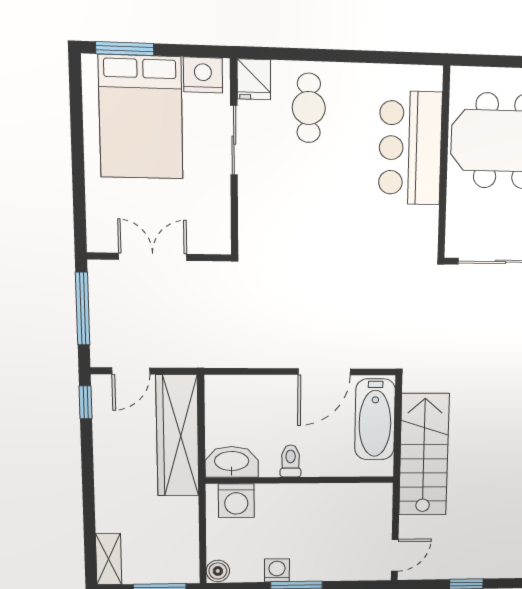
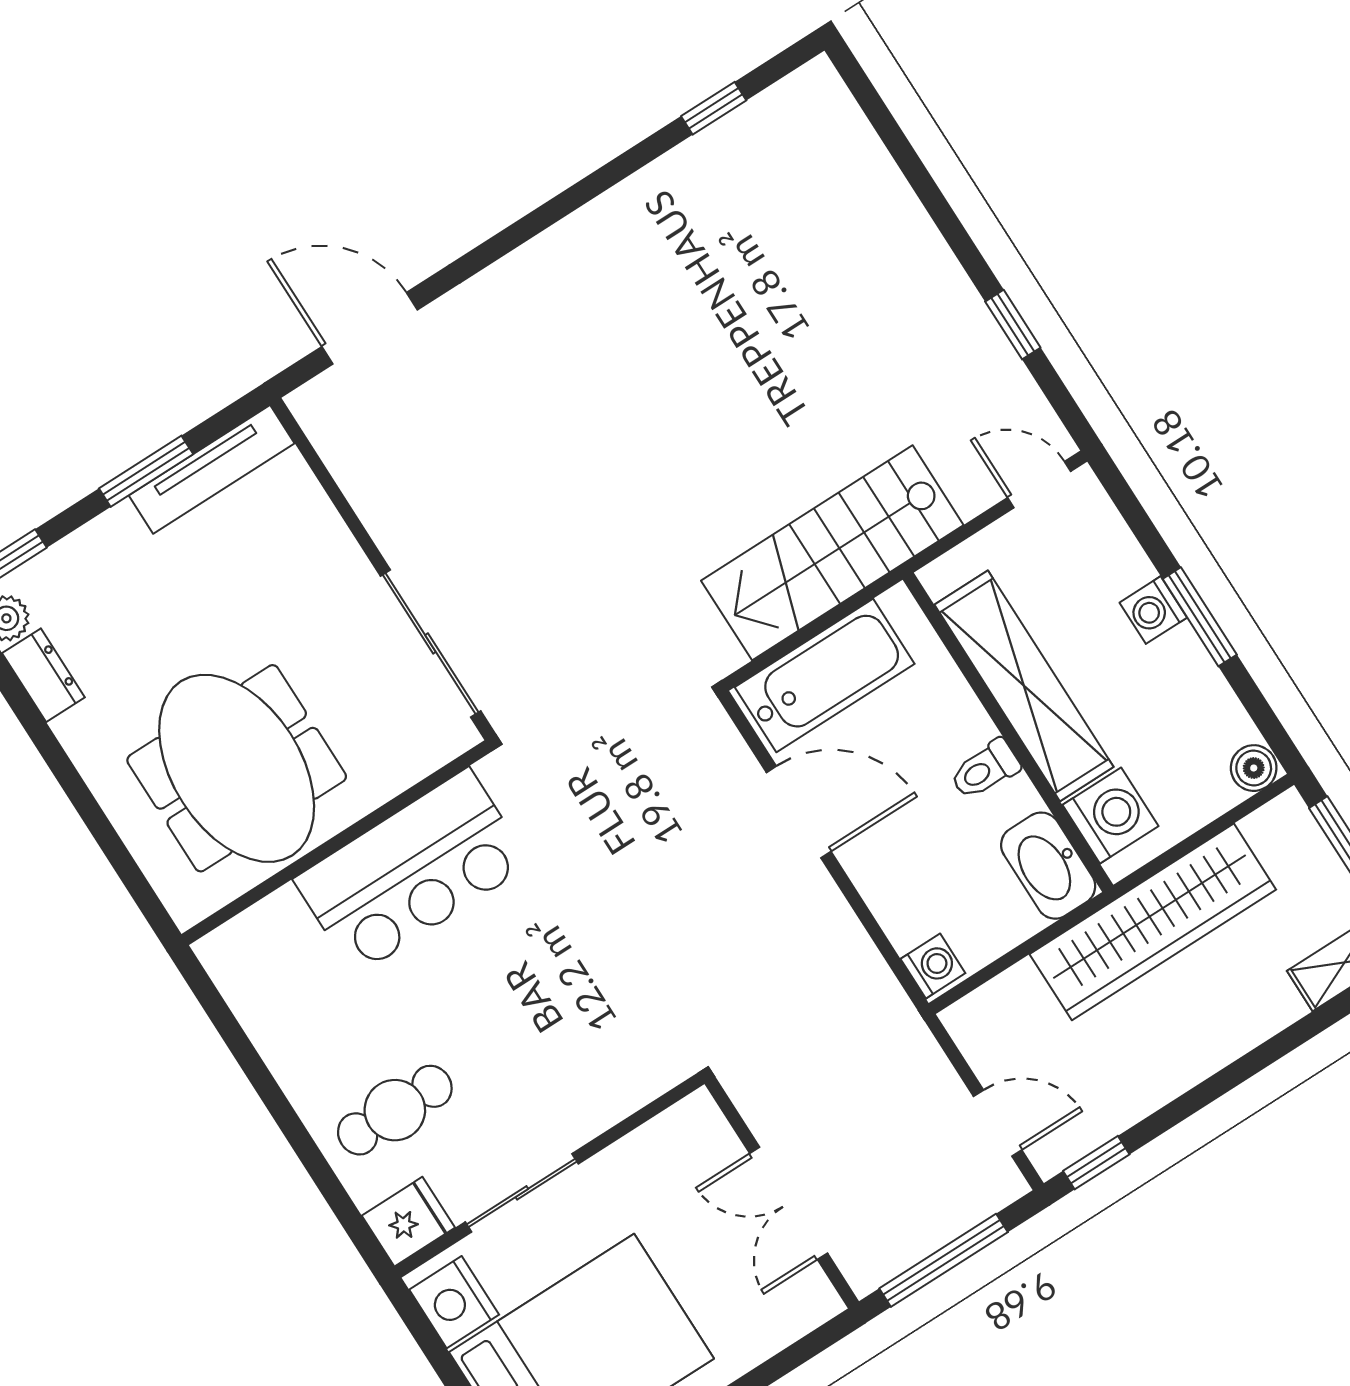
bar counter: (410, 148) -> (412, 872), moved
washing machine: (219, 387) -> (933, 966), added
wardrobe: (177, 436) -> (1153, 922), moved
shelving: (315, 499) -> (1024, 686), added
washing machine: (277, 570) -> (1153, 610), moved

